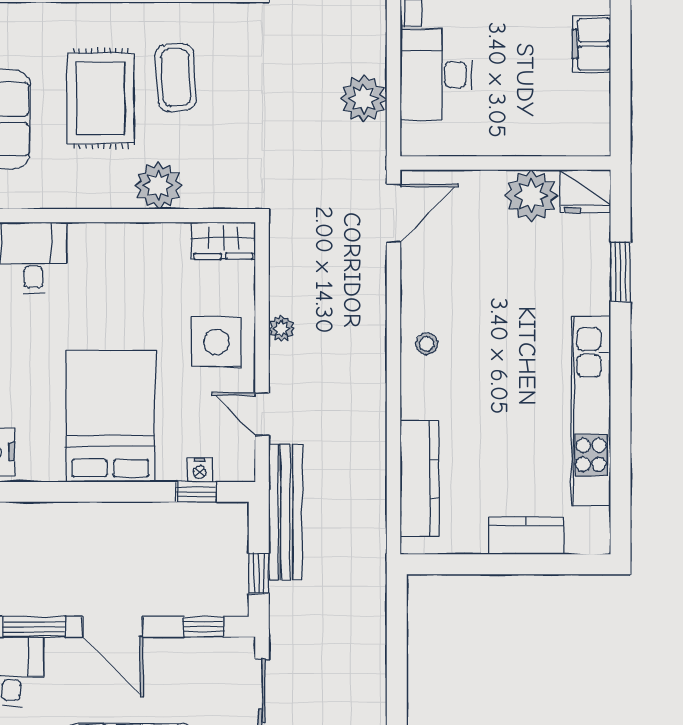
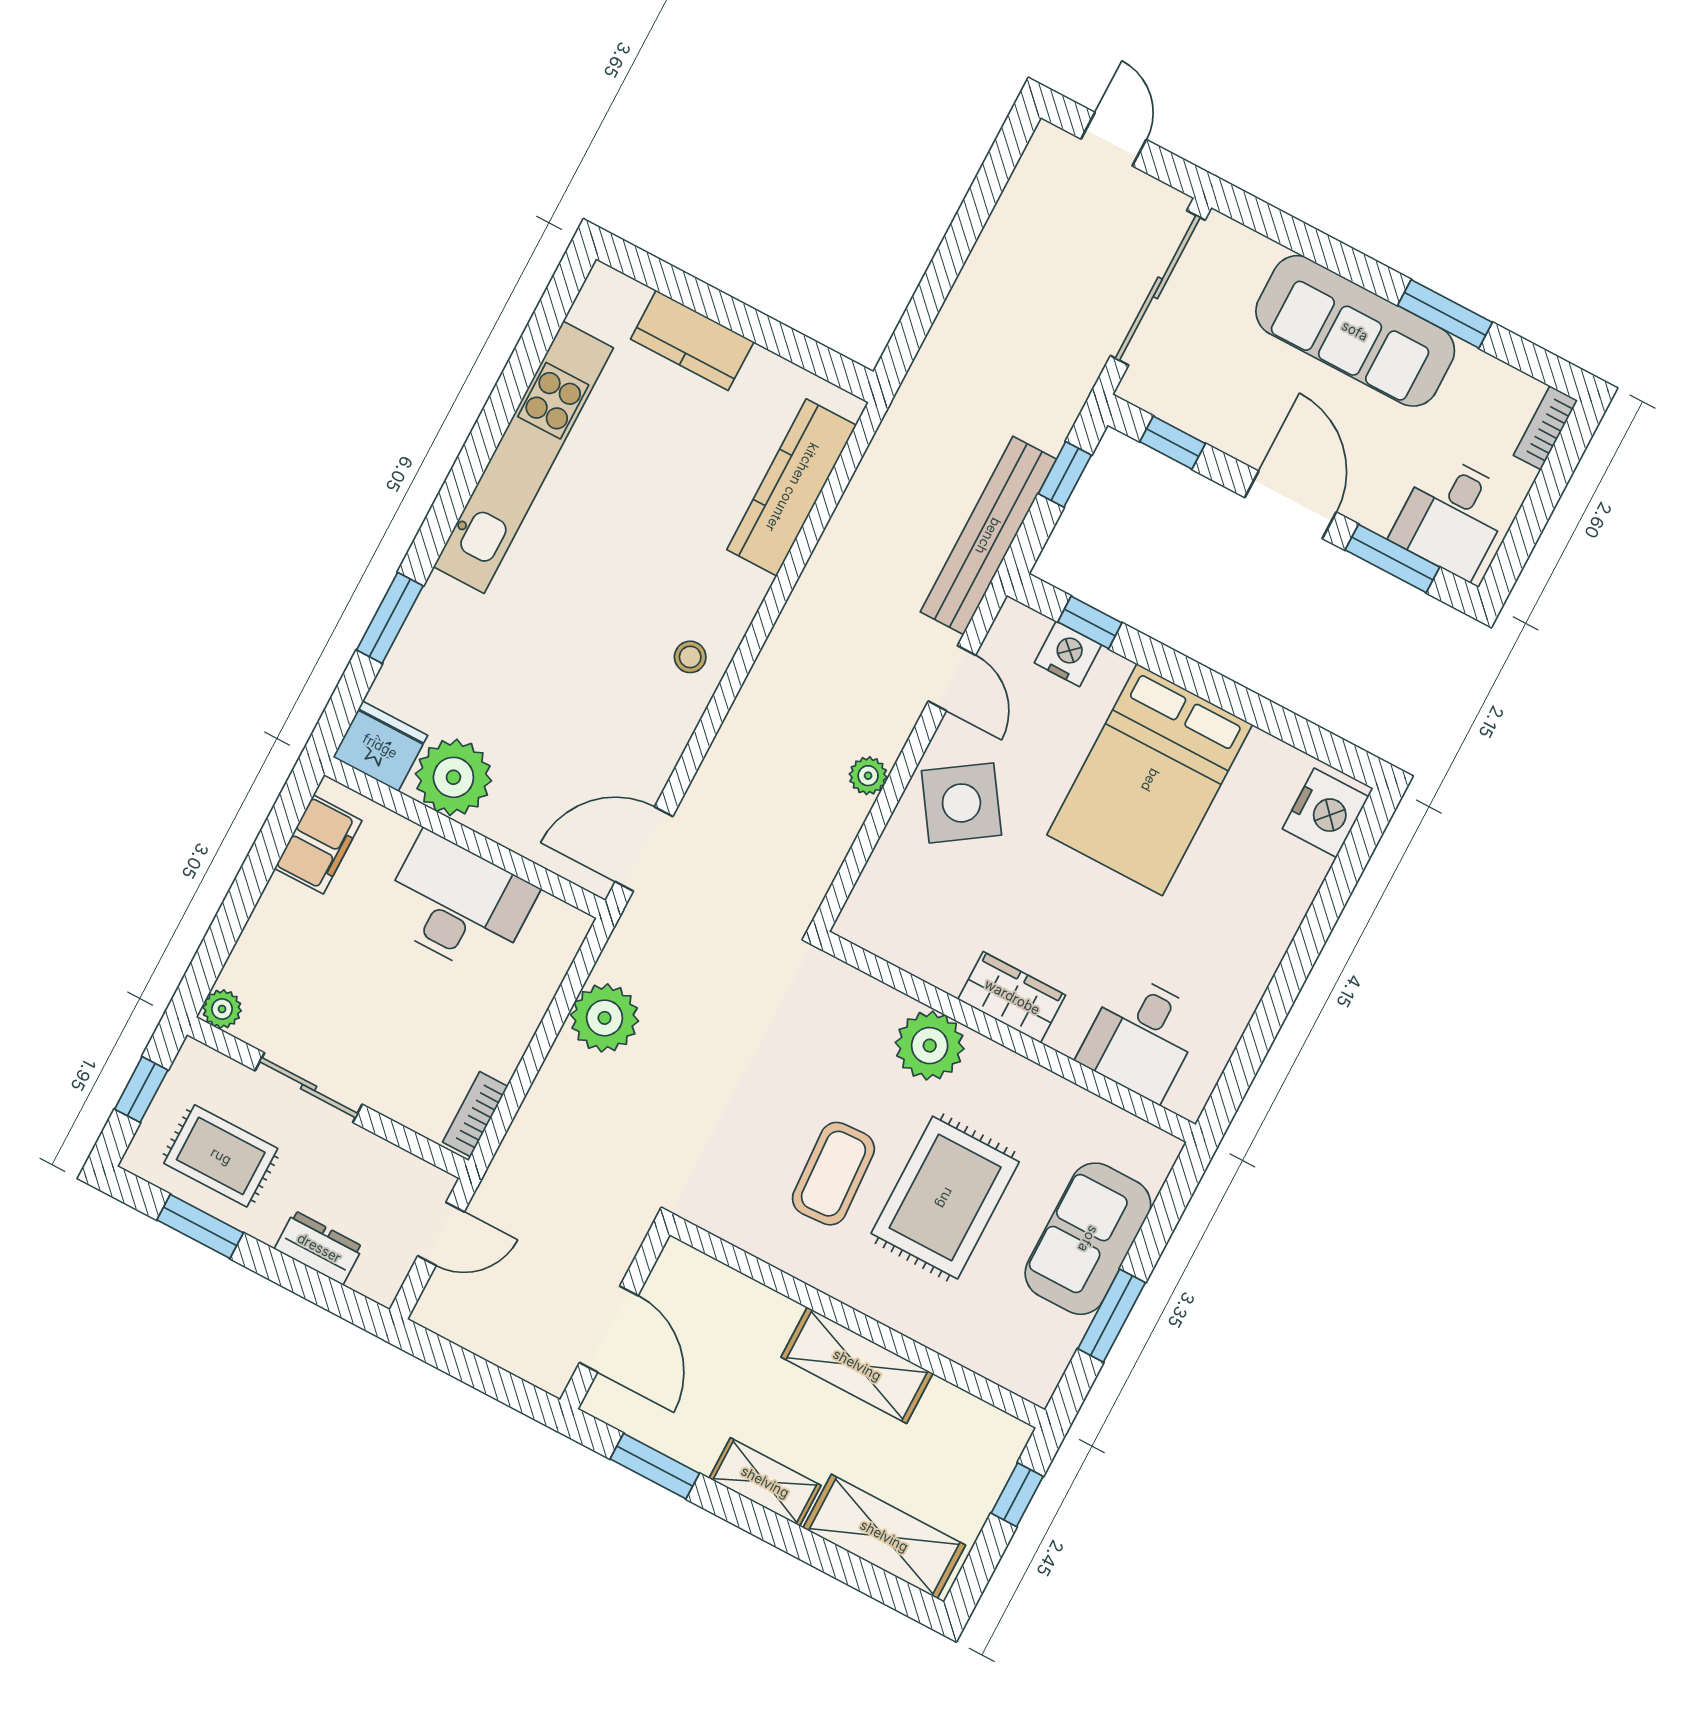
filing cabinet: (592, 44) -> (318, 844), moved
desk: (436, 75) -> (458, 904), moved, turned -90
wardrobe: (223, 241) -> (1012, 997), moved
side table: (216, 342) -> (961, 803), turned -34
nightstand: (200, 470) -> (1068, 654), width x1.39, depth x1.35

